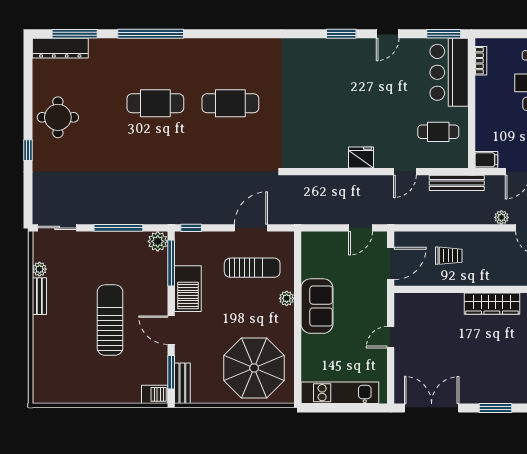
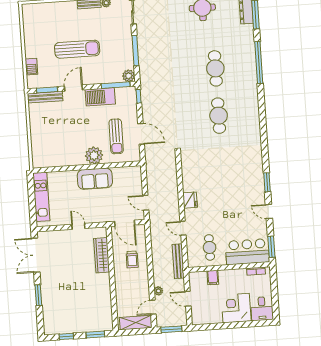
filing cabinet: (486, 160) -> (213, 278), moved
plant: (287, 298) -> (94, 155), width x1.88, depth x1.88
wardrobe: (492, 304) -> (102, 255), moved
parasol: (254, 368) -> (53, 142), removed
bench: (182, 383) -> (45, 97), width x1.36
barbecue: (155, 394) -> (31, 67), moved
double door: (432, 408) -> (36, 255), swing flipped

